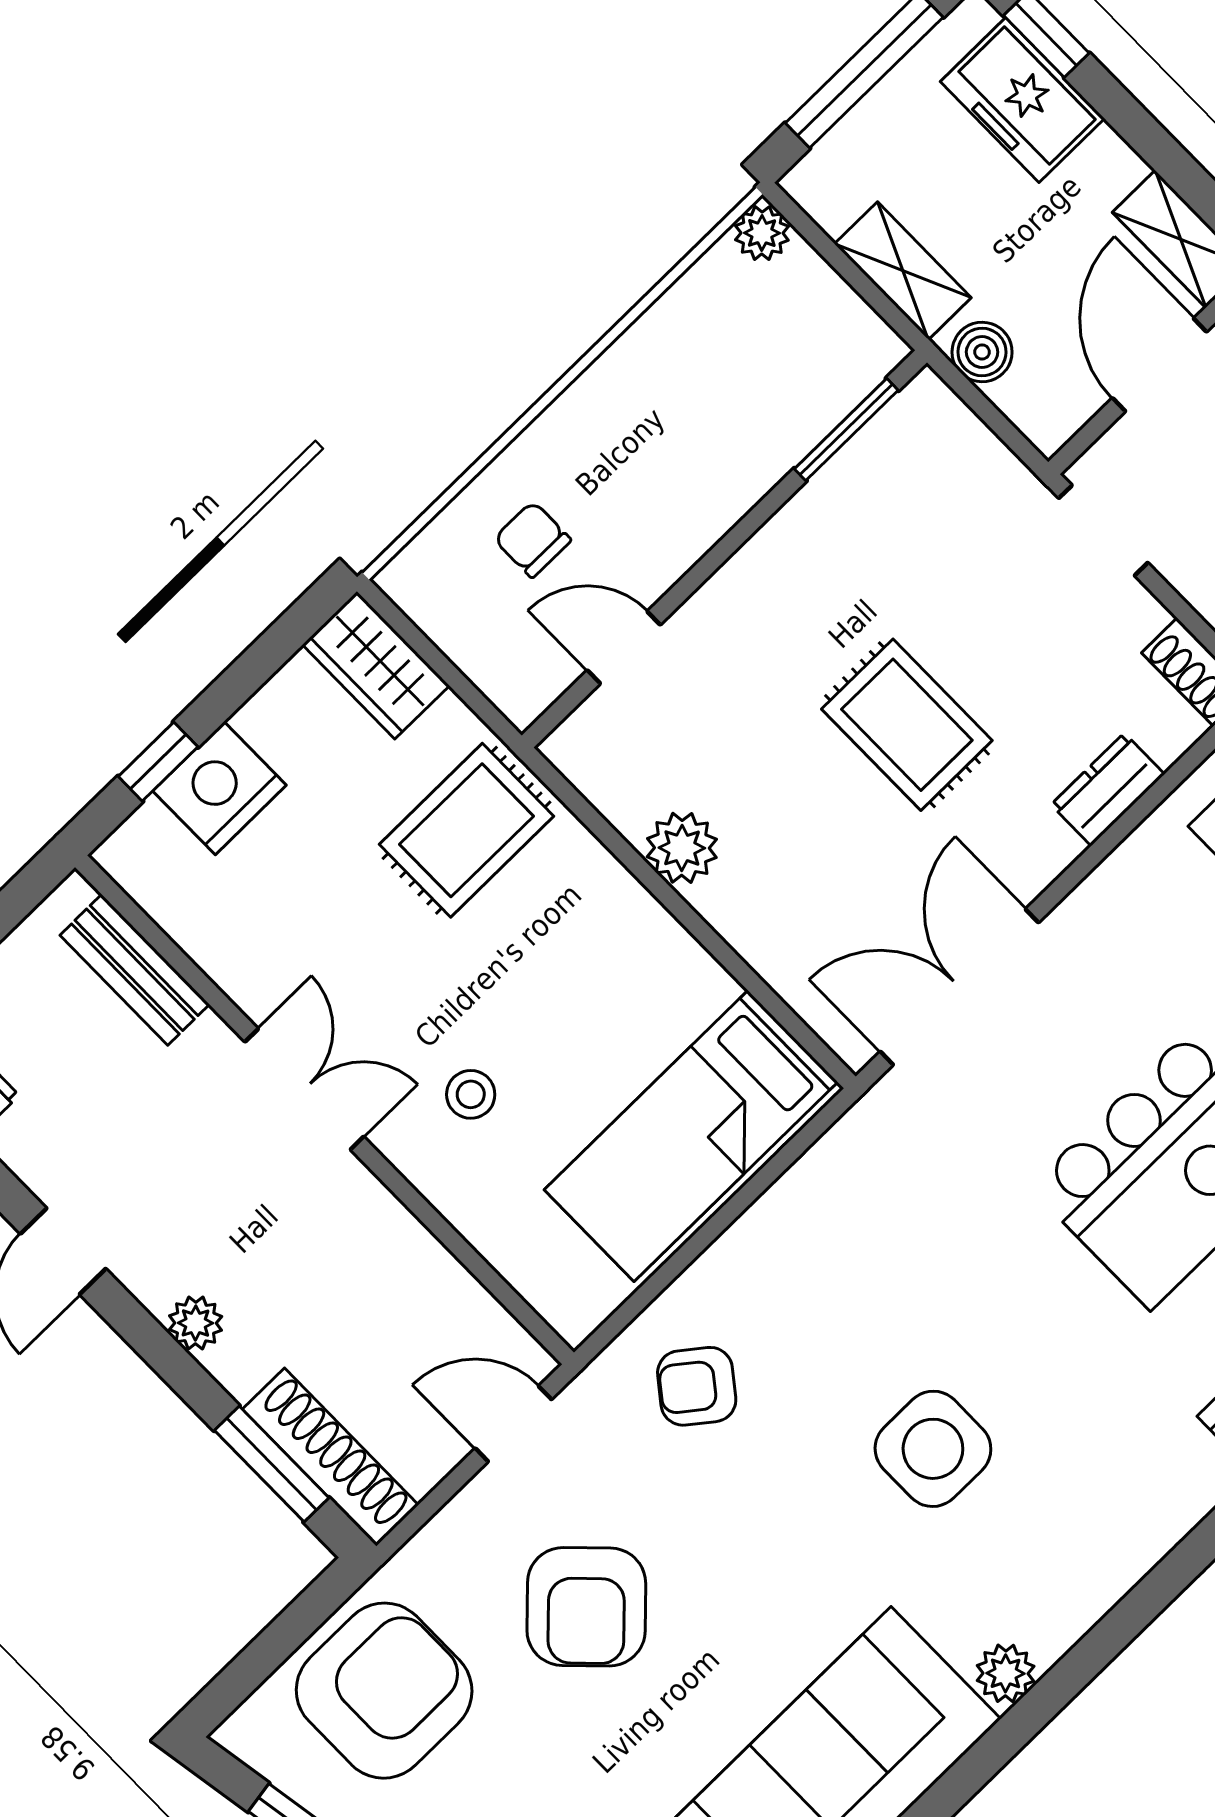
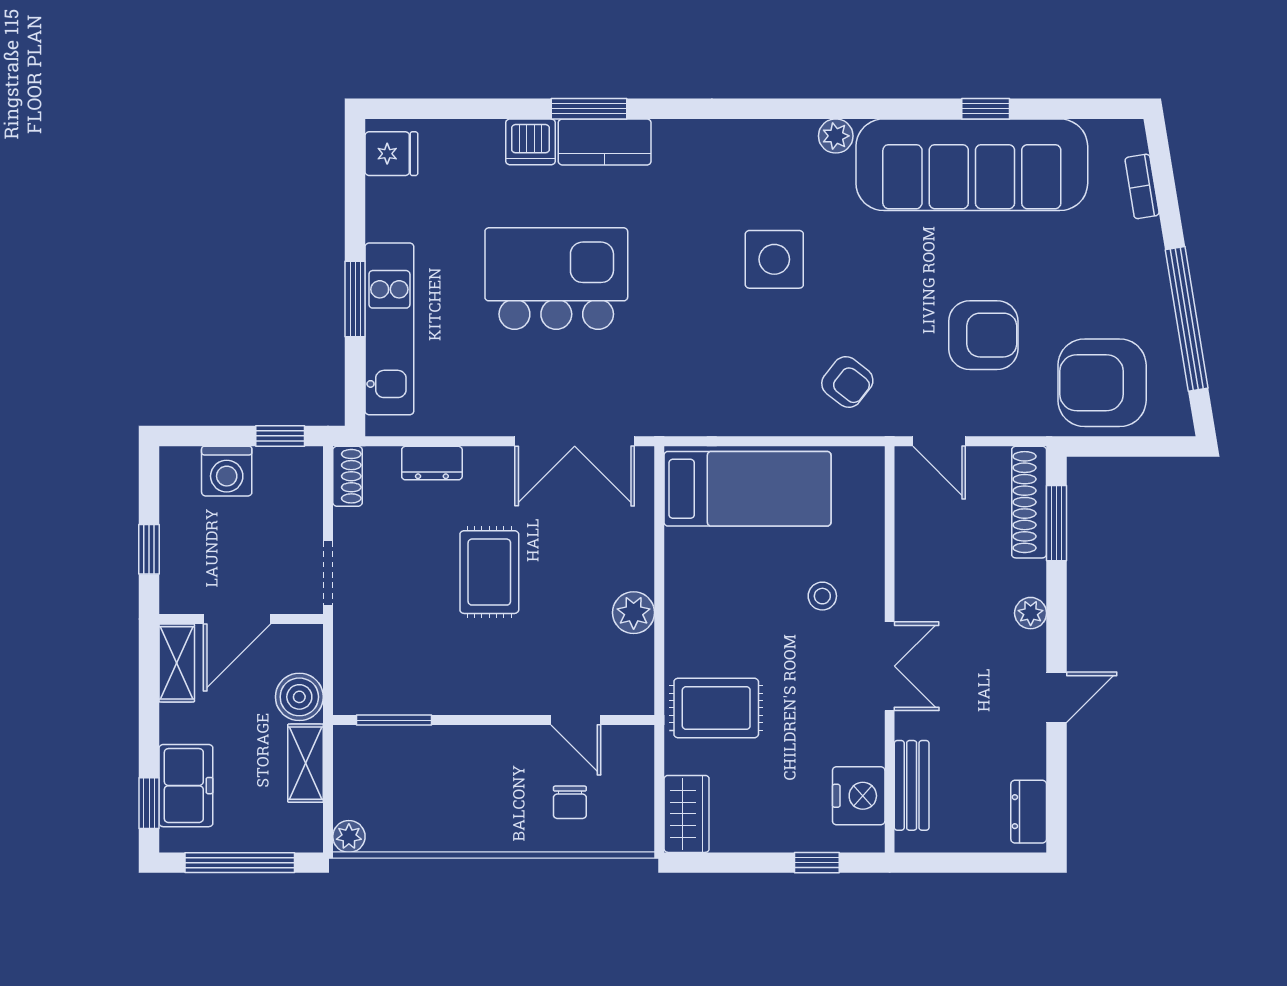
boiler: (982, 352) -> (299, 697), width x1.36, depth x1.36
nightstand: (220, 788) -> (859, 796), moved, turned -90
double door: (304, 1089) -> (890, 666), swing flipped
armchair: (586, 1607) -> (983, 335), turned 45

